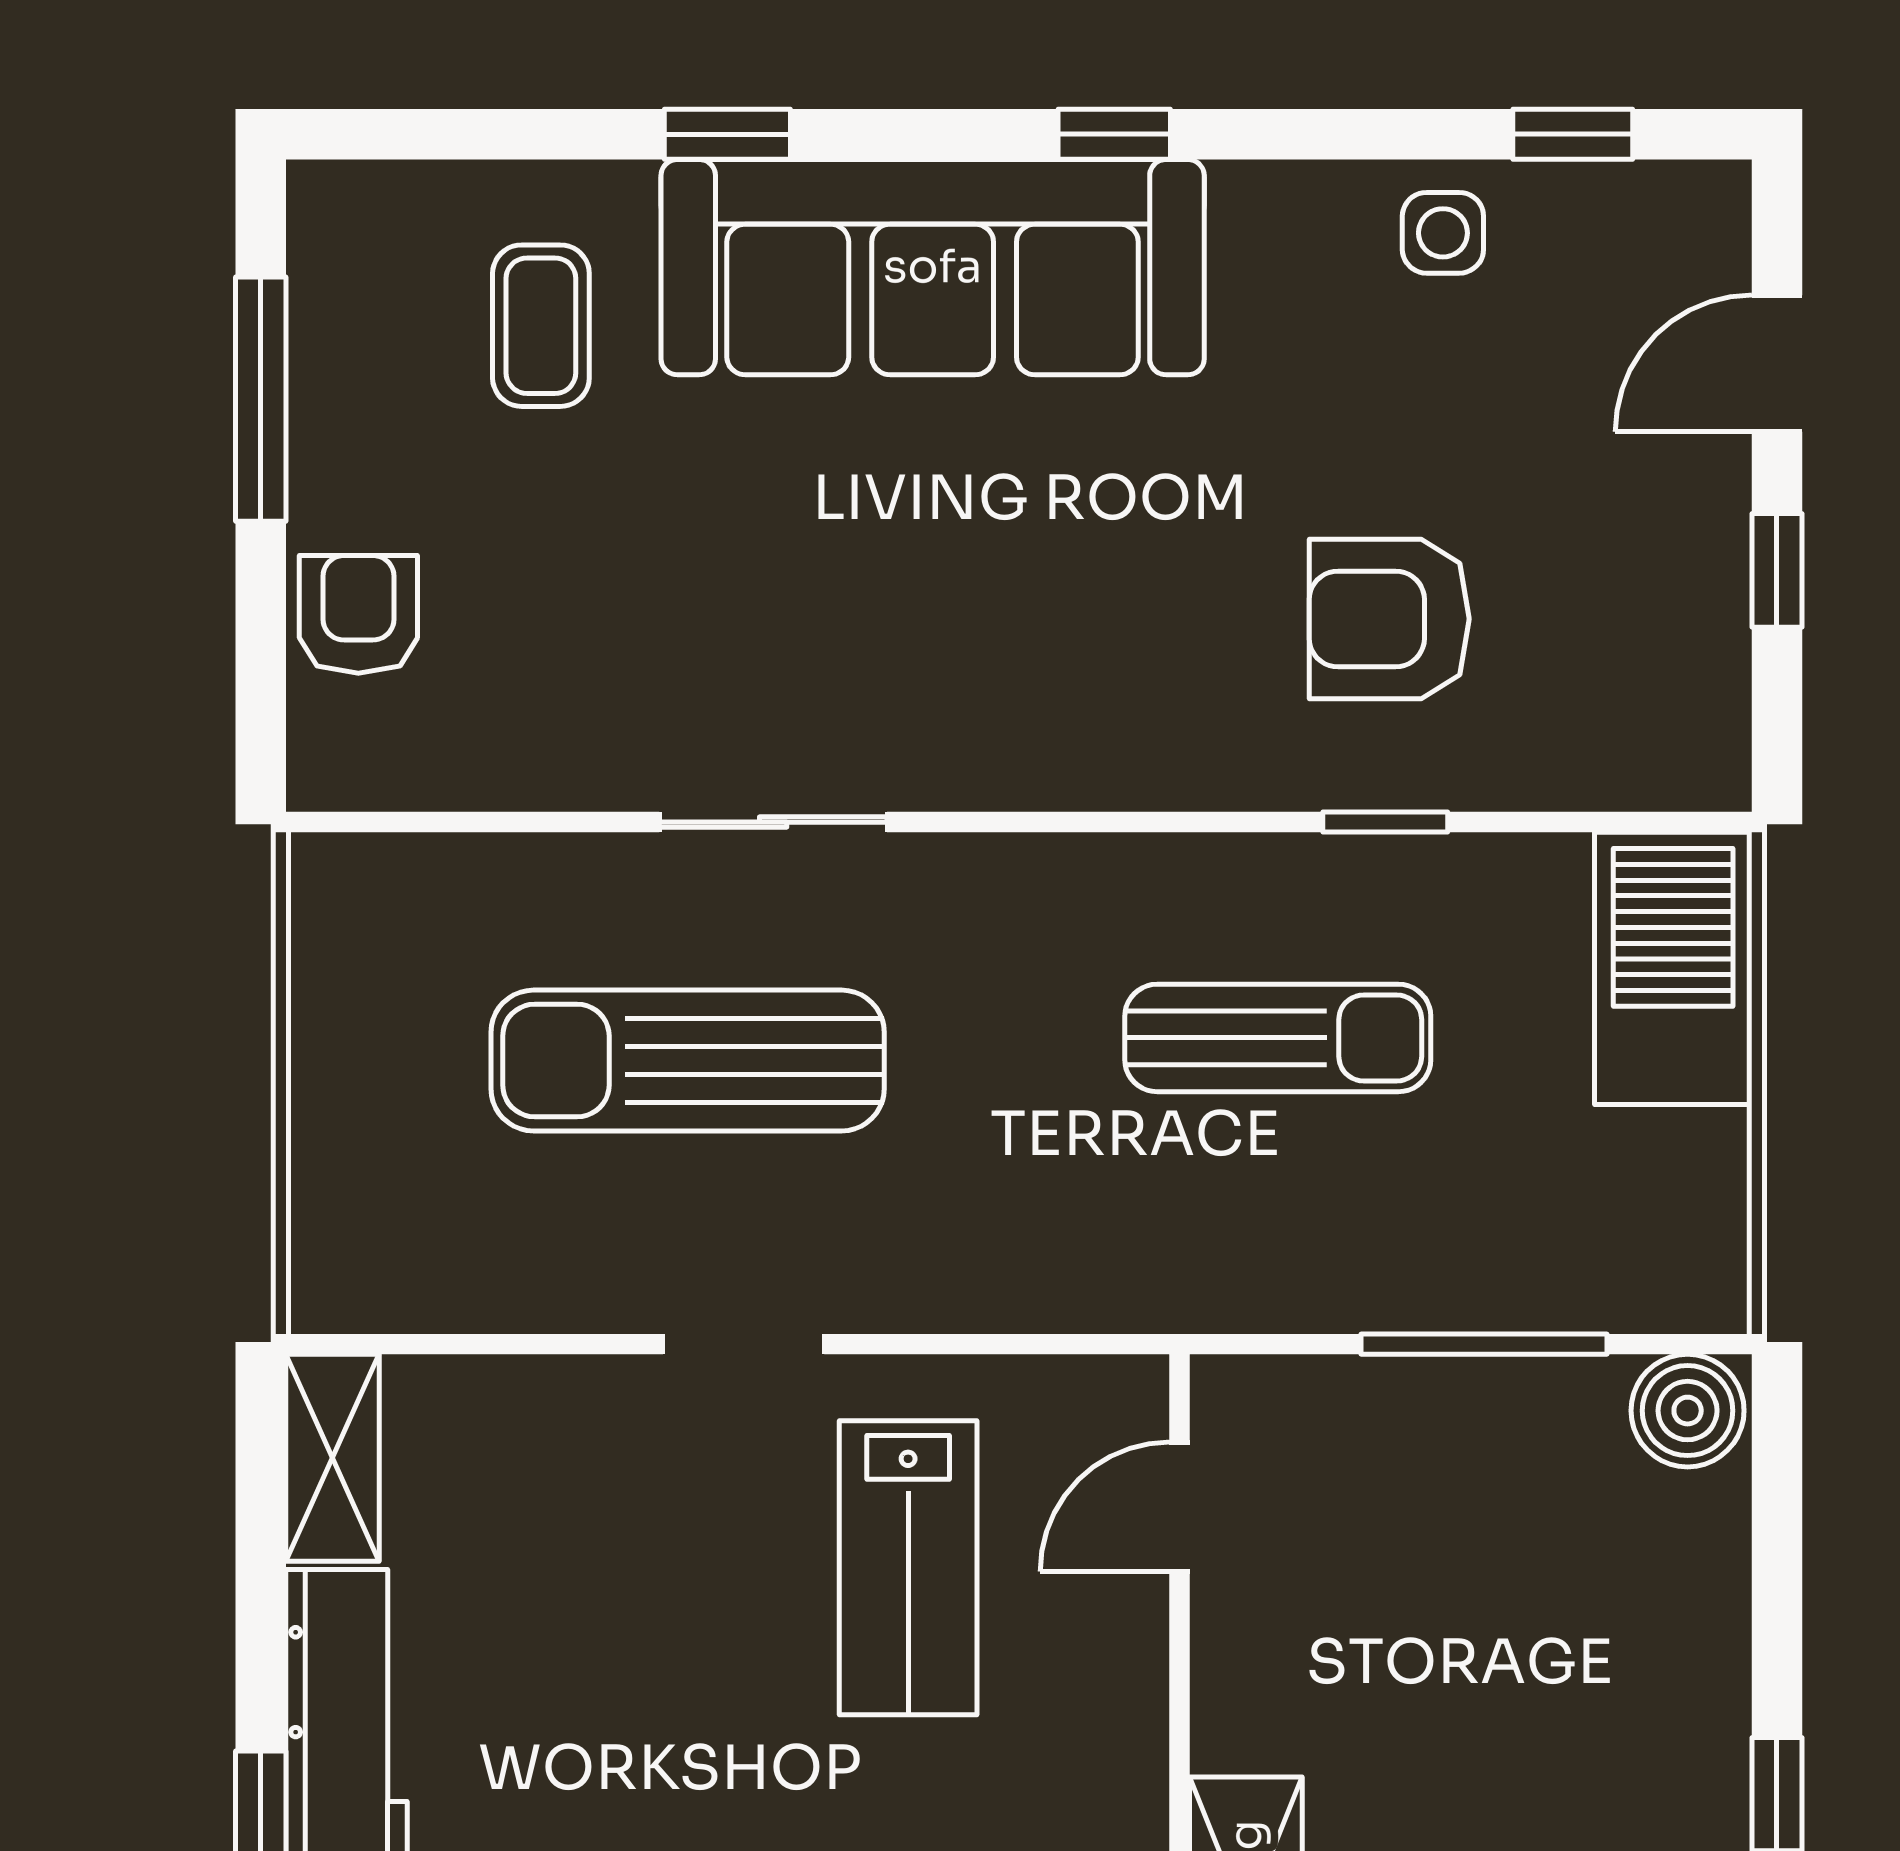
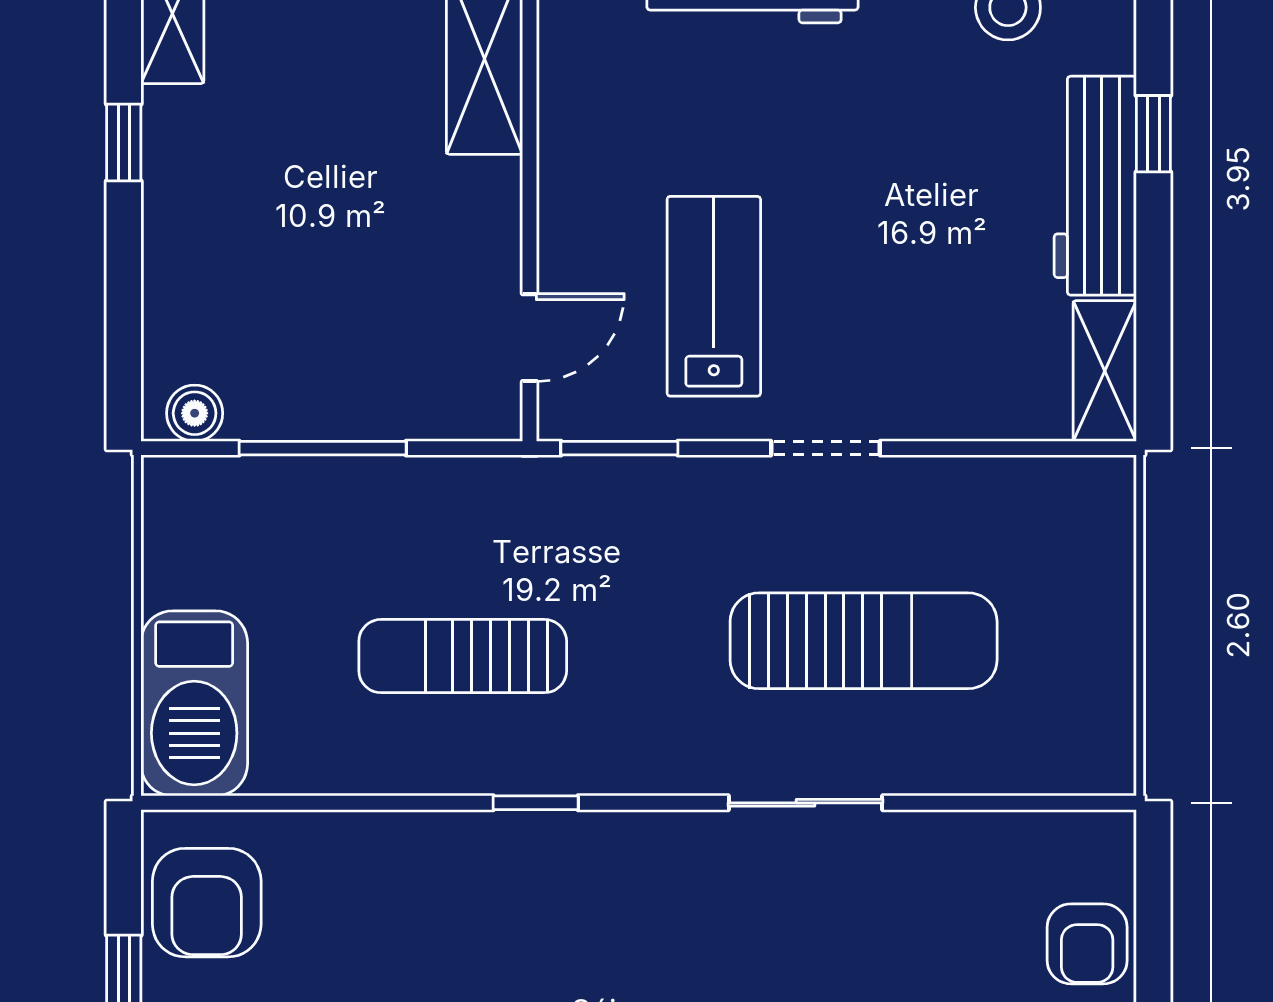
armchair: (1389, 619) -> (207, 903), moved, turned 90
window: (1385, 822) -> (536, 803), moved
window: (1047, 1344) -> (619, 448), added
boiler: (1688, 1411) -> (195, 413), width x0.73, depth x0.73

